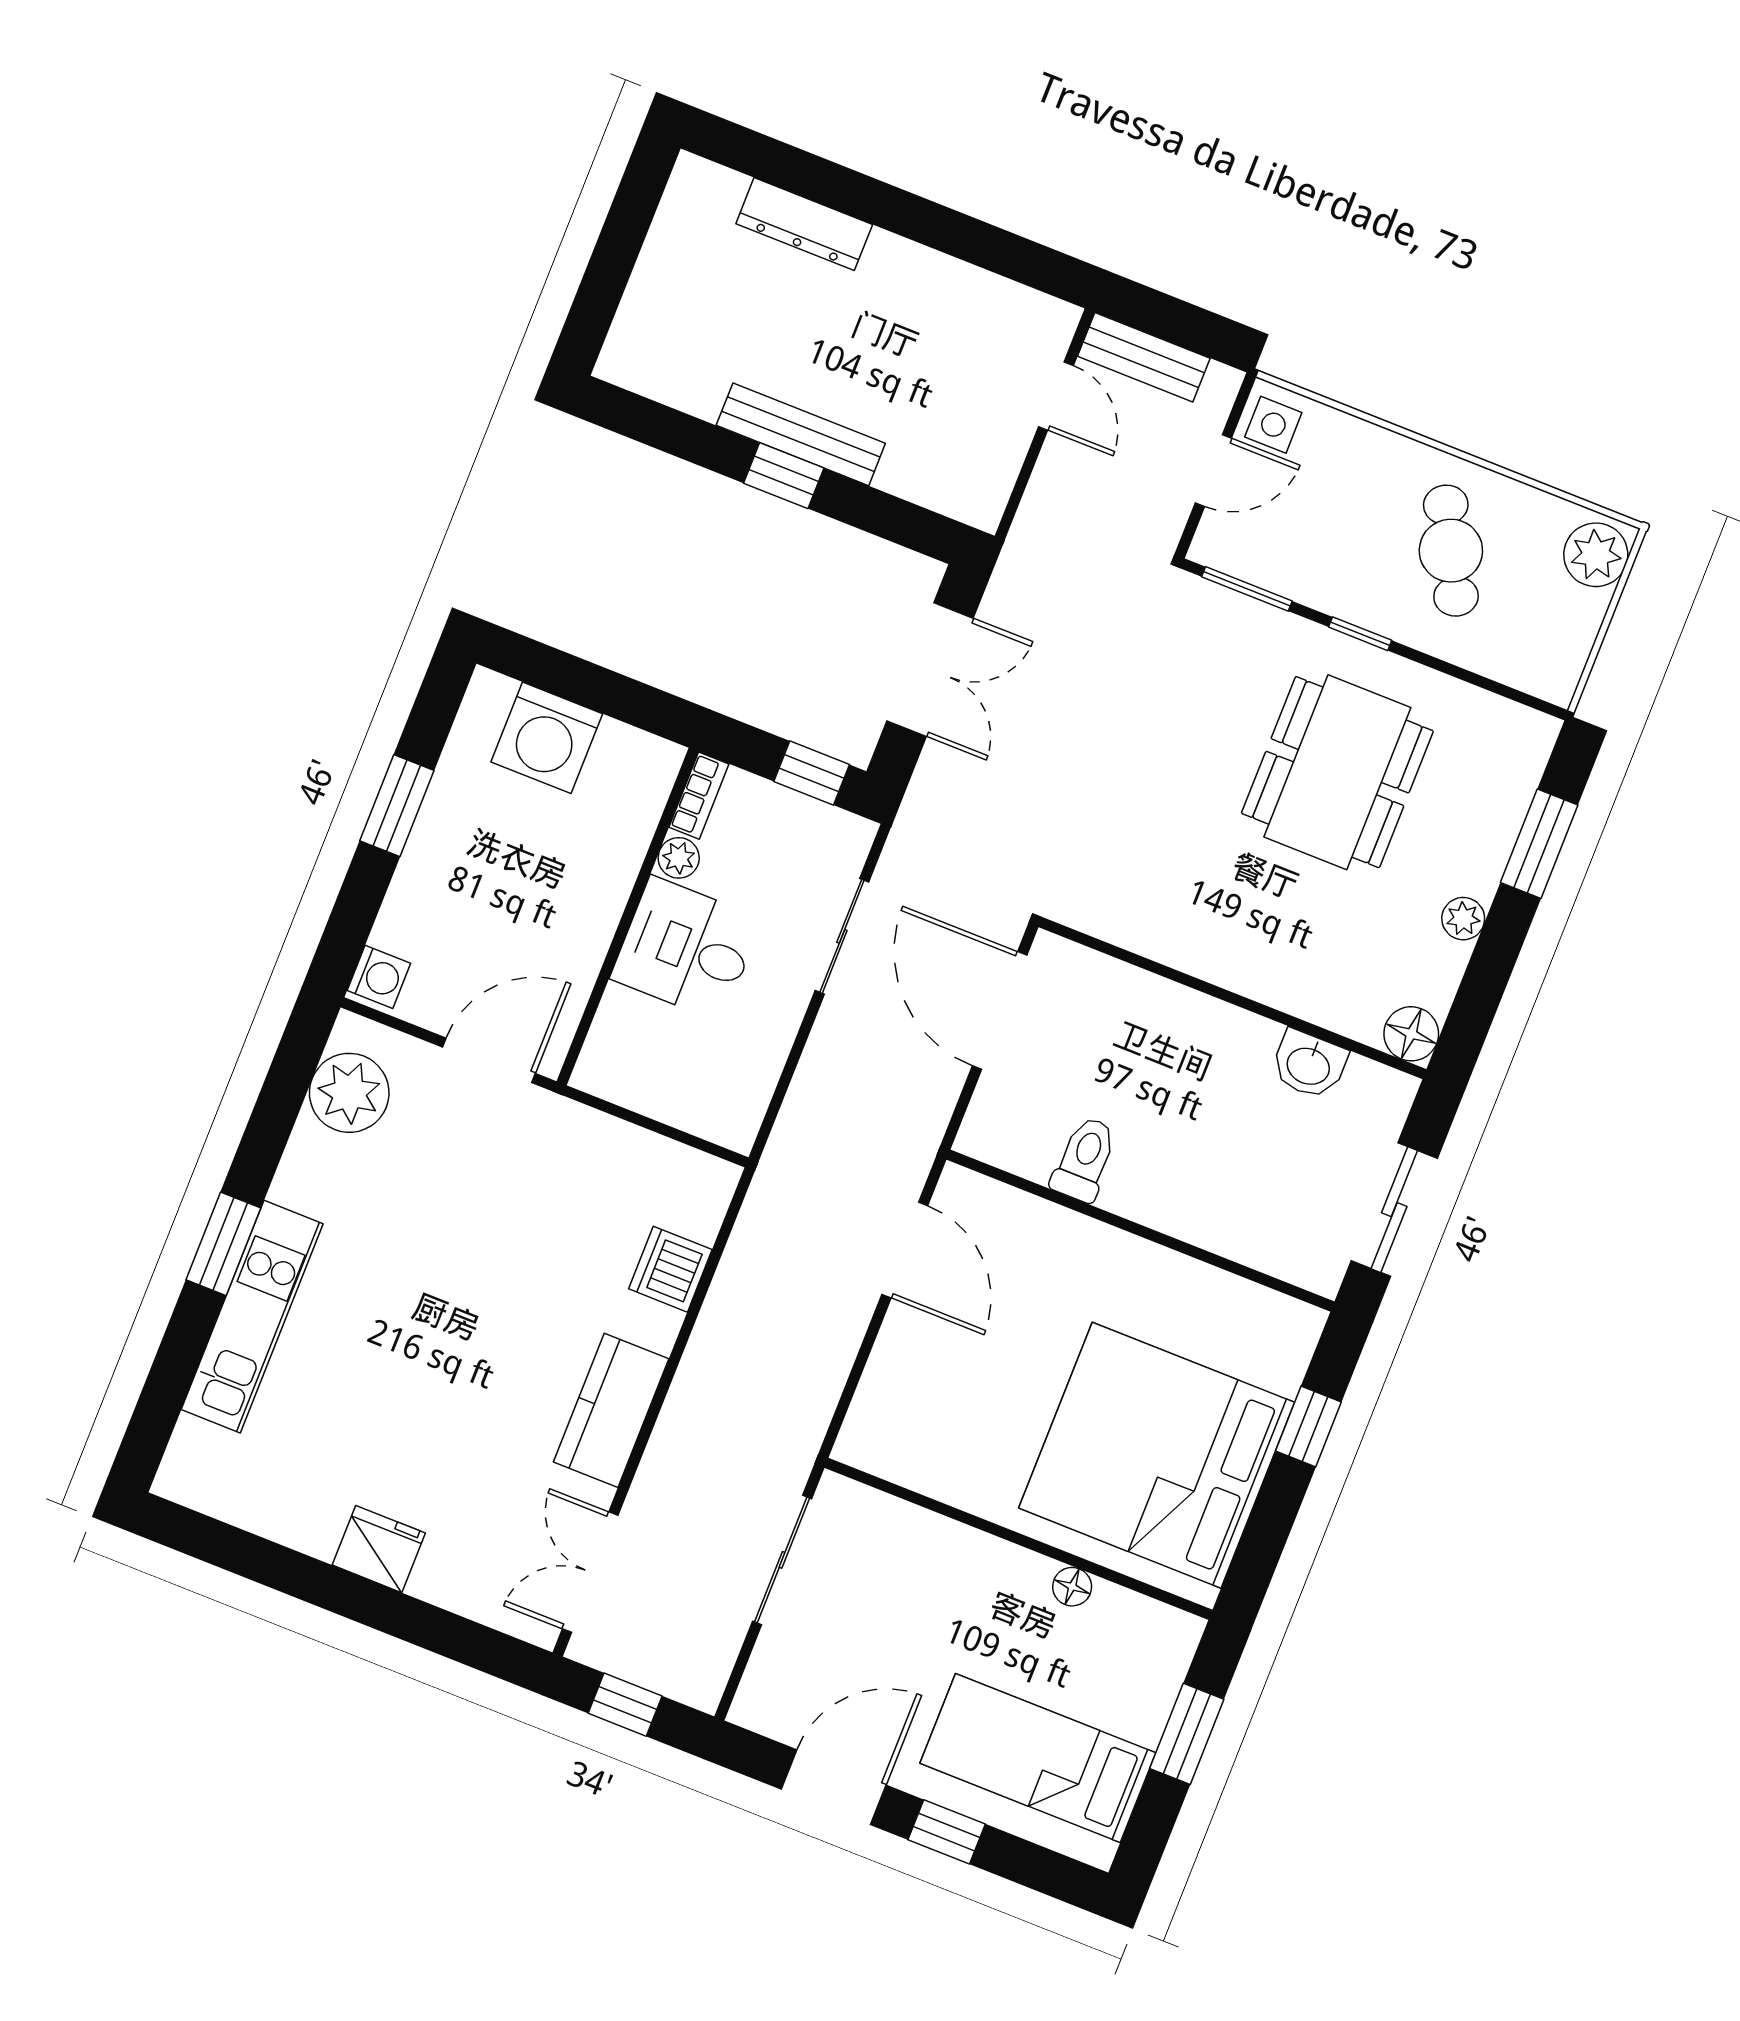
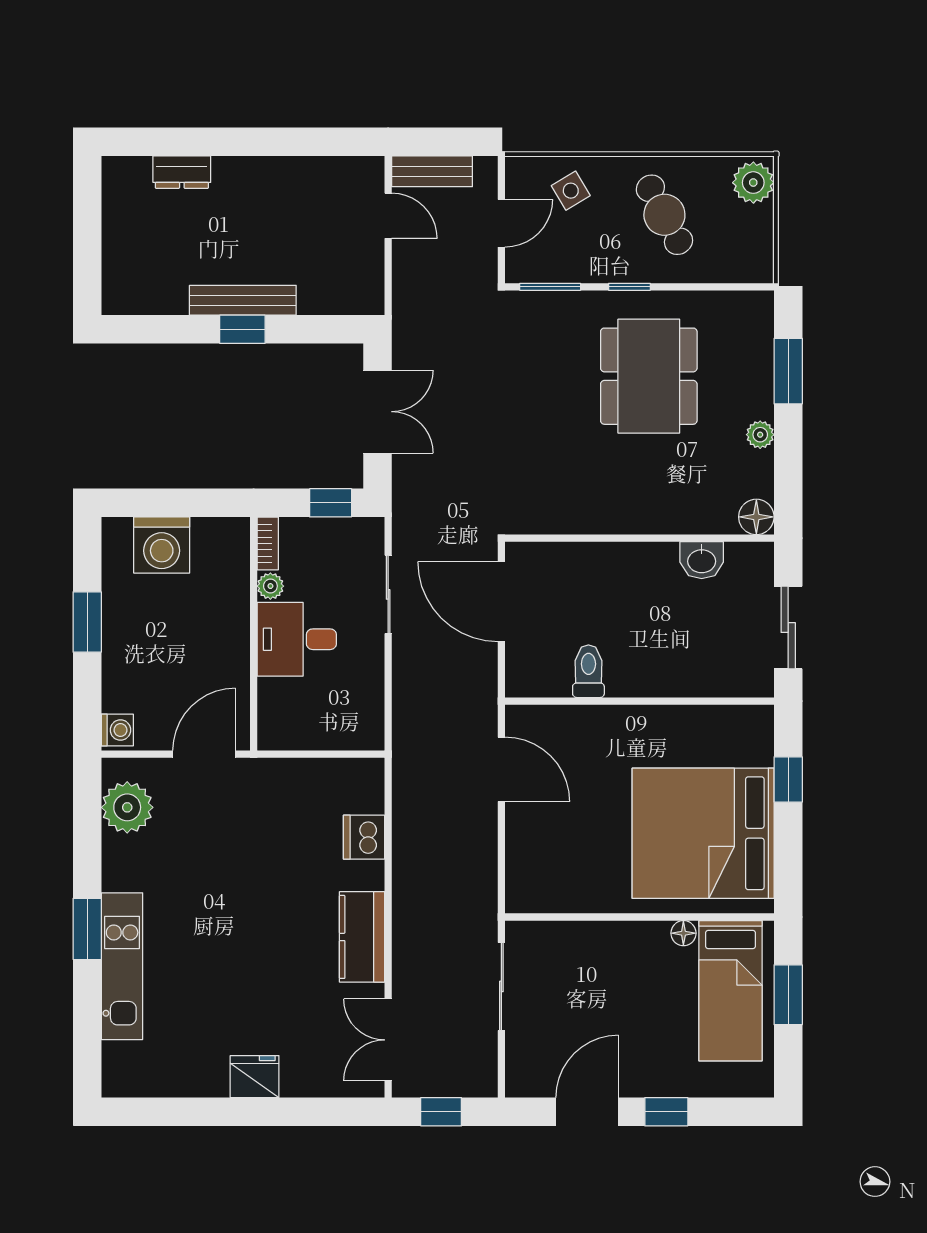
dresser: (804, 224) -> (182, 172), width x0.70
side table: (1273, 425) -> (571, 191), moved, turned -31
bed: (1038, 1758) -> (730, 991), moved, turned -90

